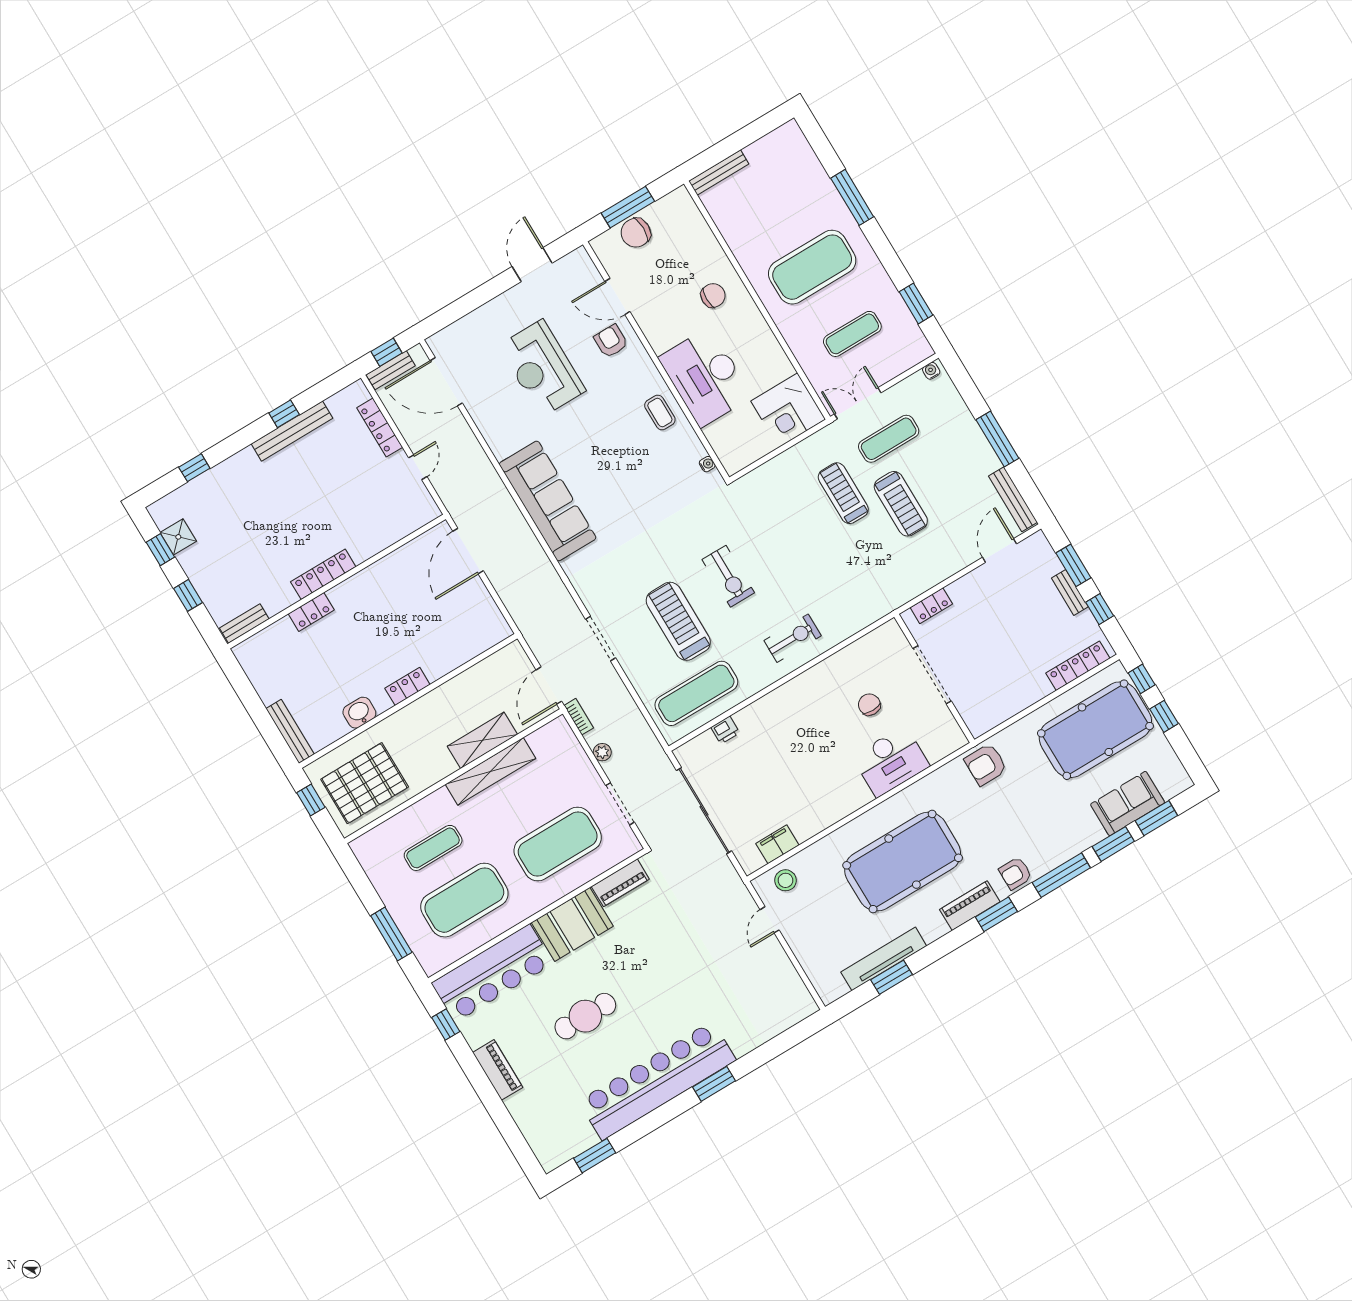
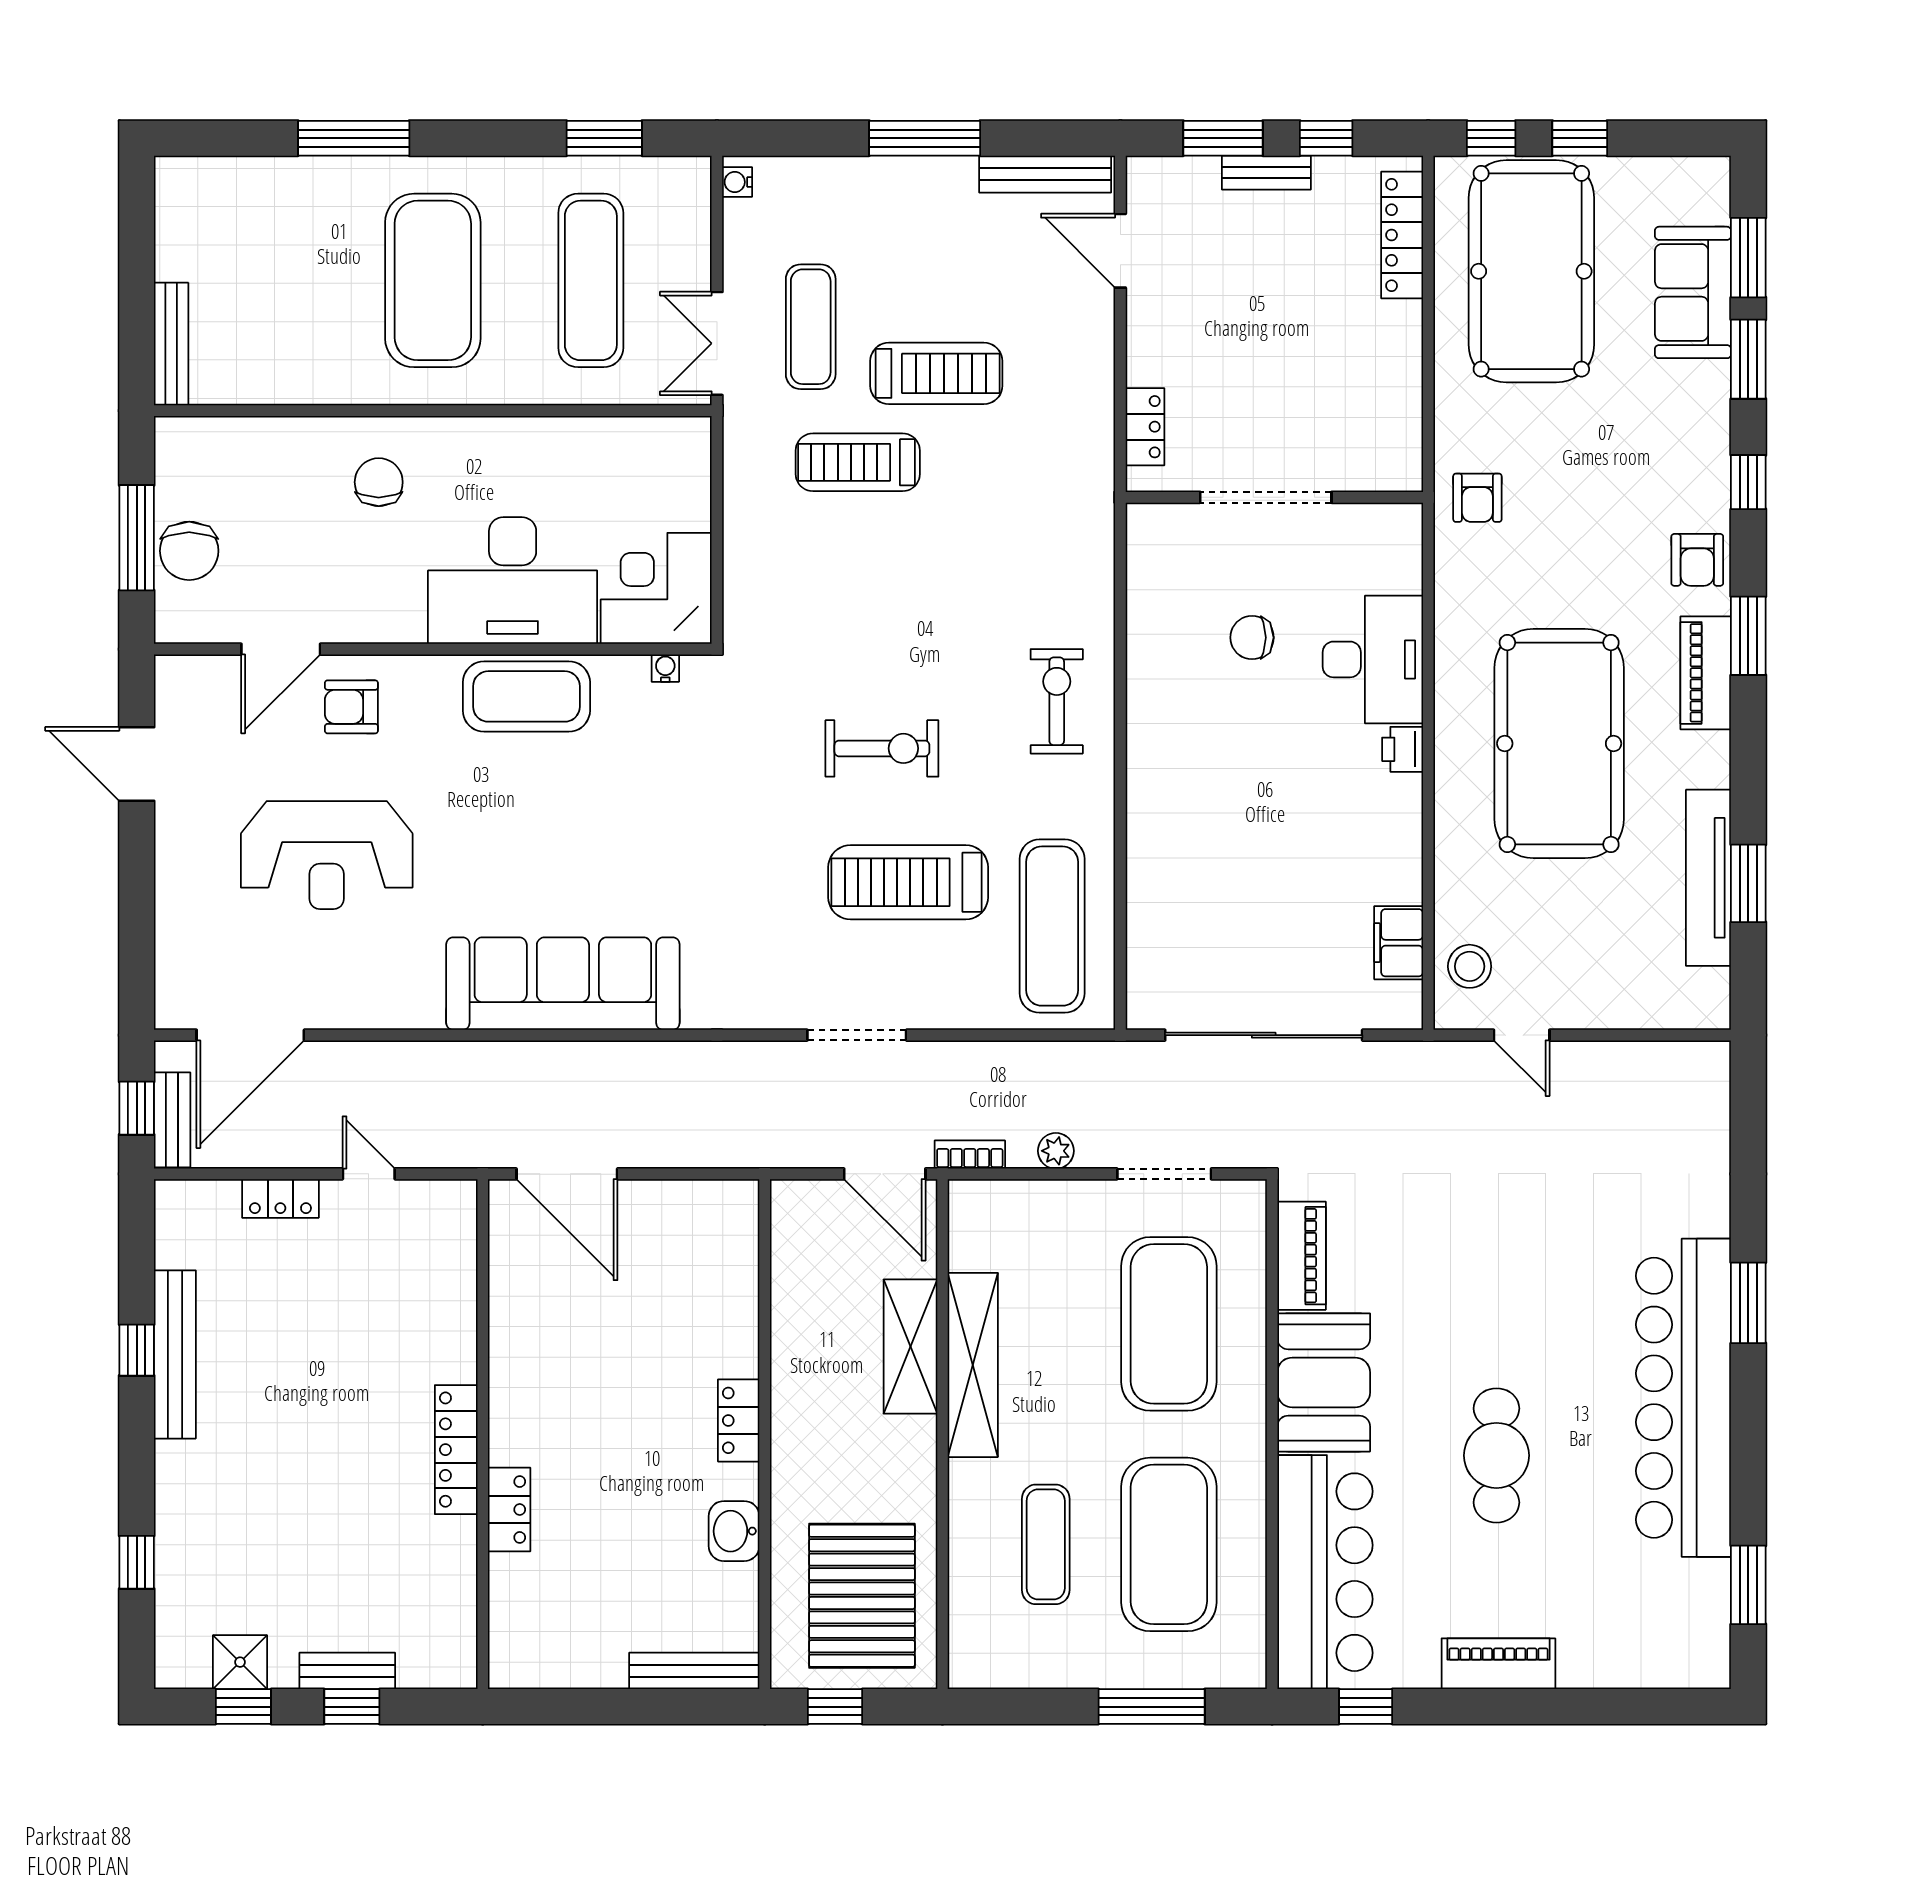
exercise mat: (852, 334) -> (591, 280), width x1.36, depth x1.45
corner desk: (788, 410) -> (656, 588), moved, turned 180
coffee table: (660, 413) -> (526, 696), width x1.86, depth x1.72
locker: (380, 428) -> (280, 1198), width x0.66
bench: (244, 624) -> (347, 1671), moved, turned 90
printer: (725, 730) -> (1403, 749), moved, turned 180
armchair: (986, 764) -> (1477, 498), width x0.72, depth x0.72
window: (1061, 875) -> (1748, 482), width x0.46

